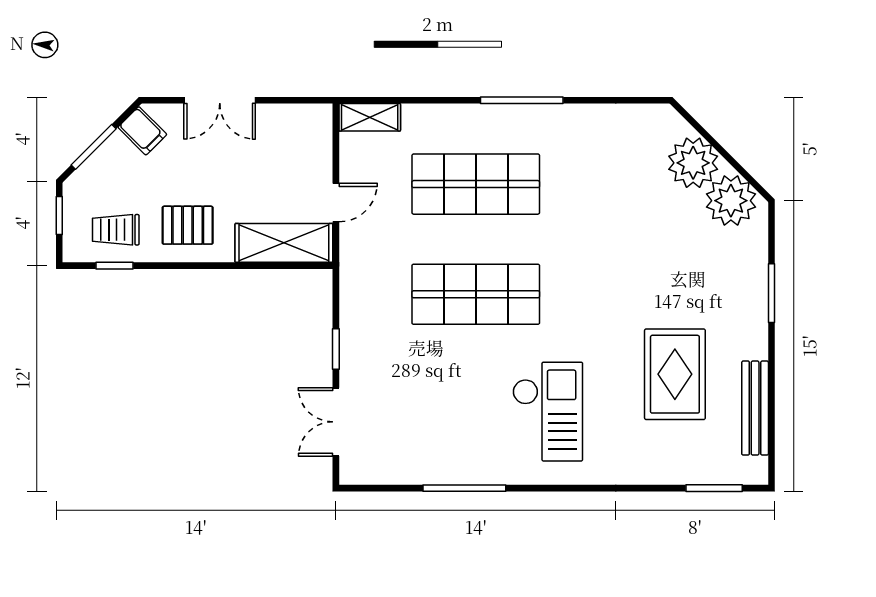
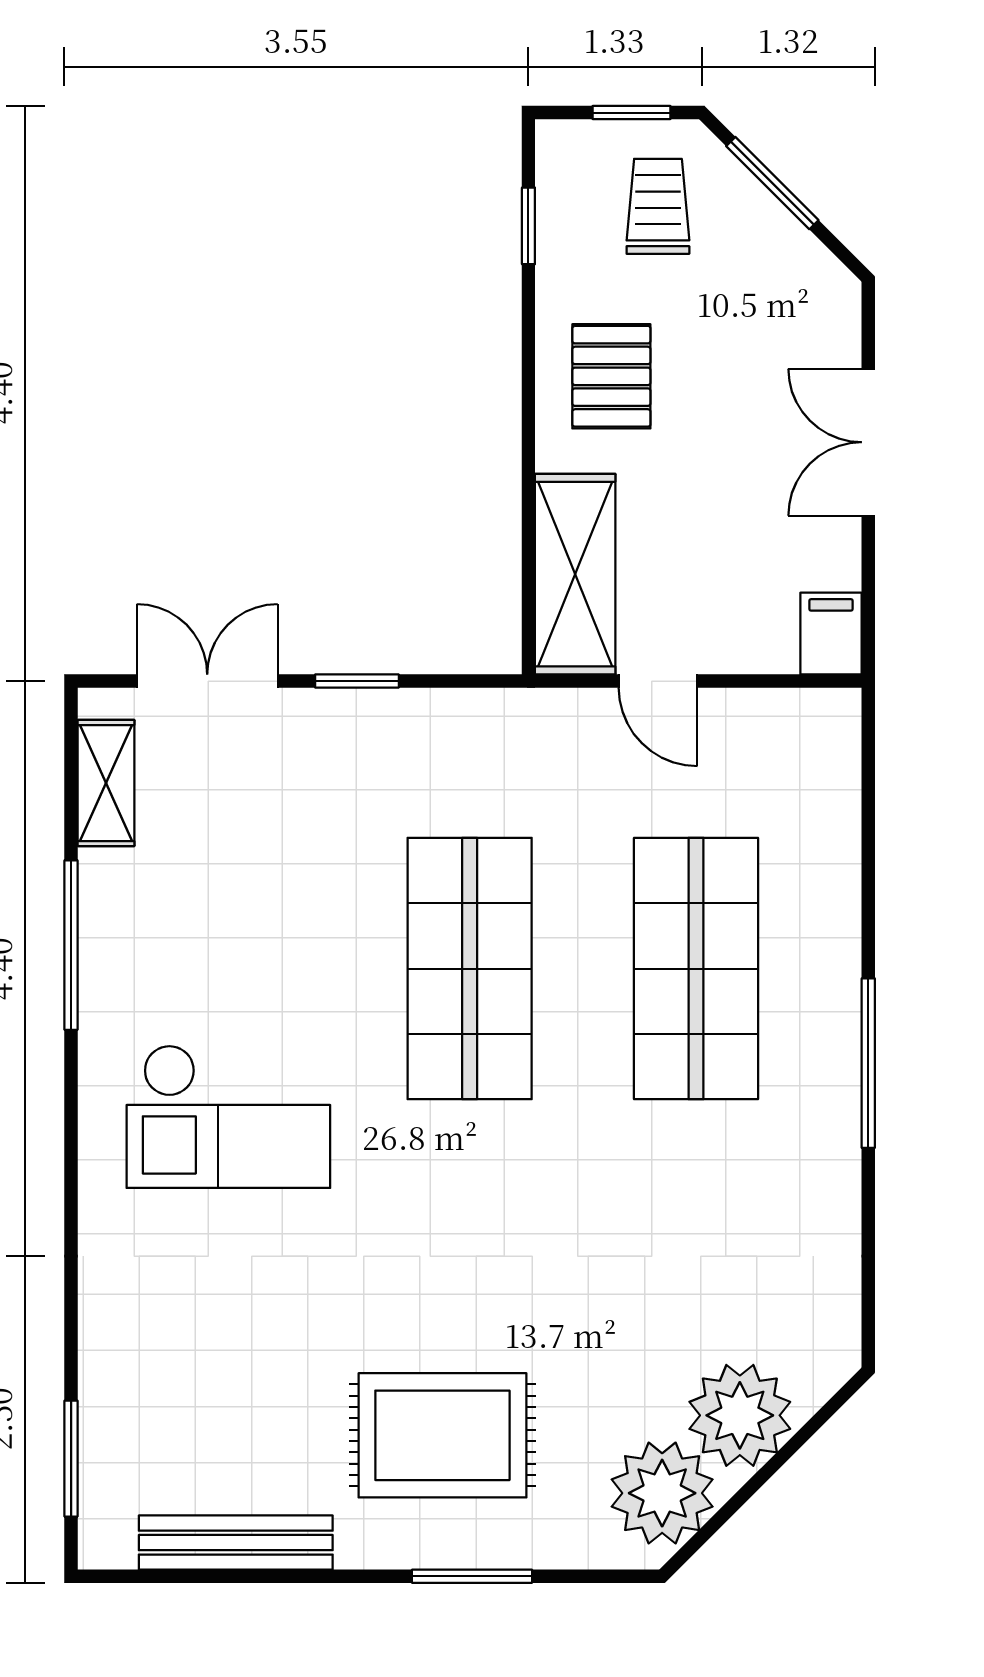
shelving: (370, 117) -> (106, 783), moved
filing cabinet: (142, 131) -> (831, 634), moved, turned 135
trolley: (116, 230) -> (658, 206), moved
rug: (675, 374) -> (442, 1435), moved

